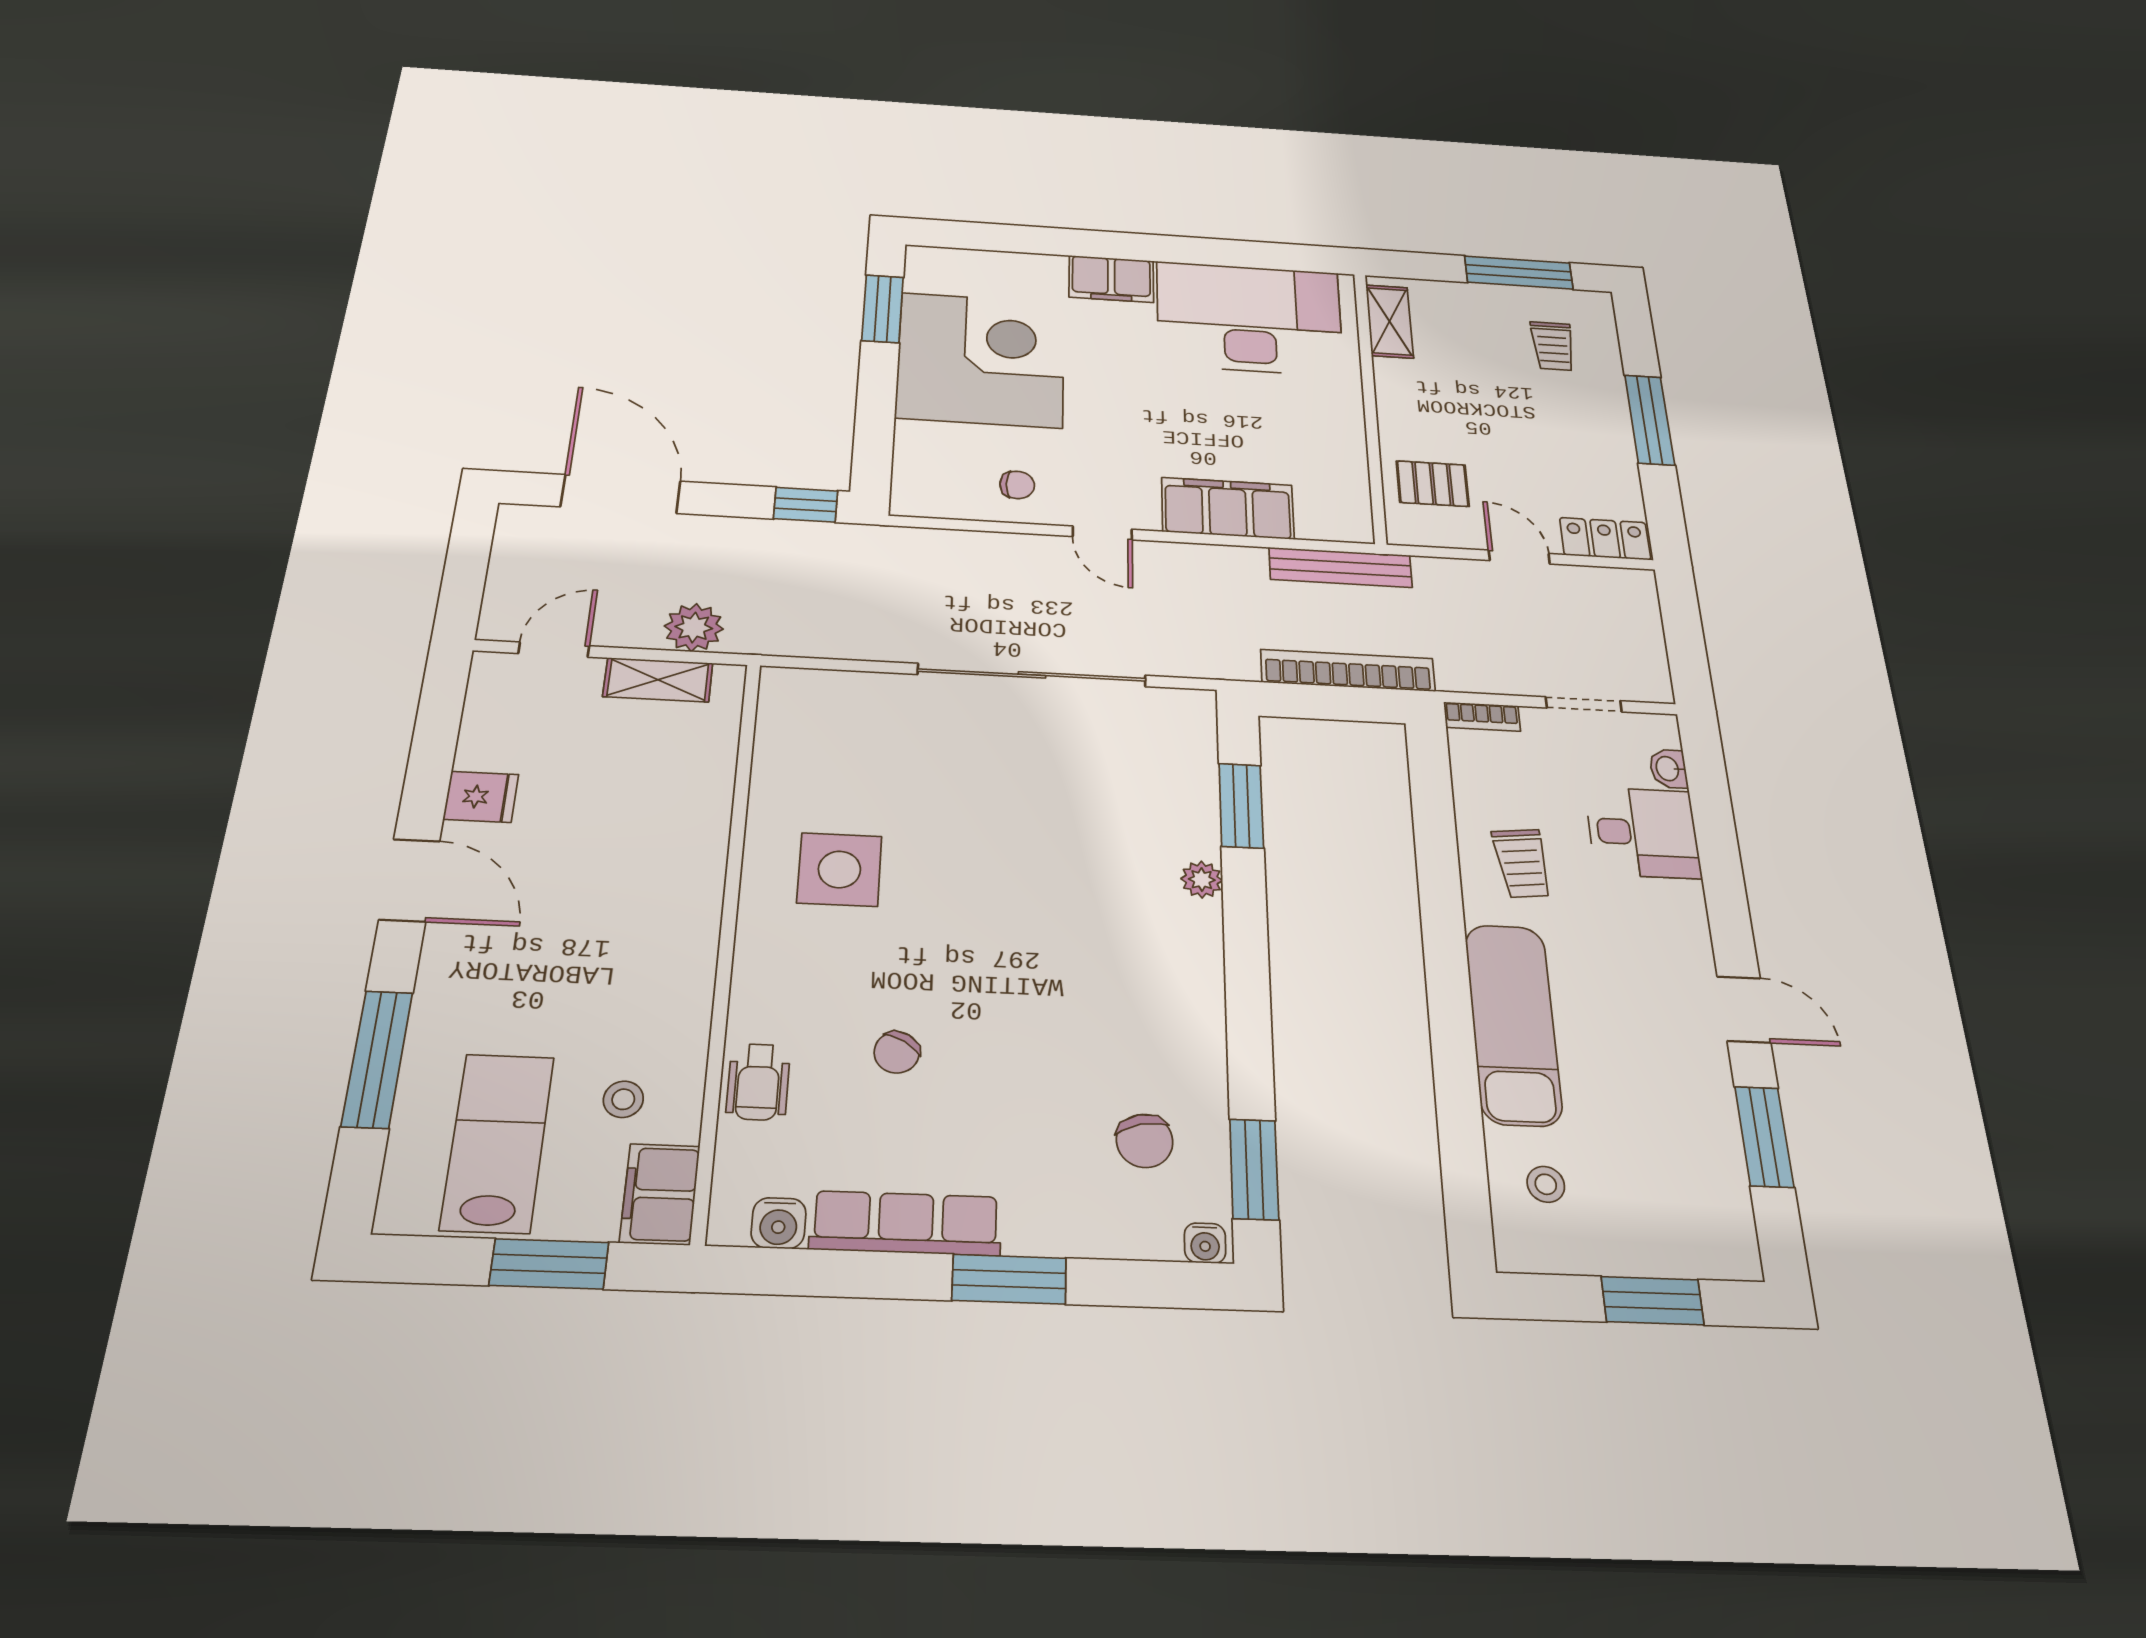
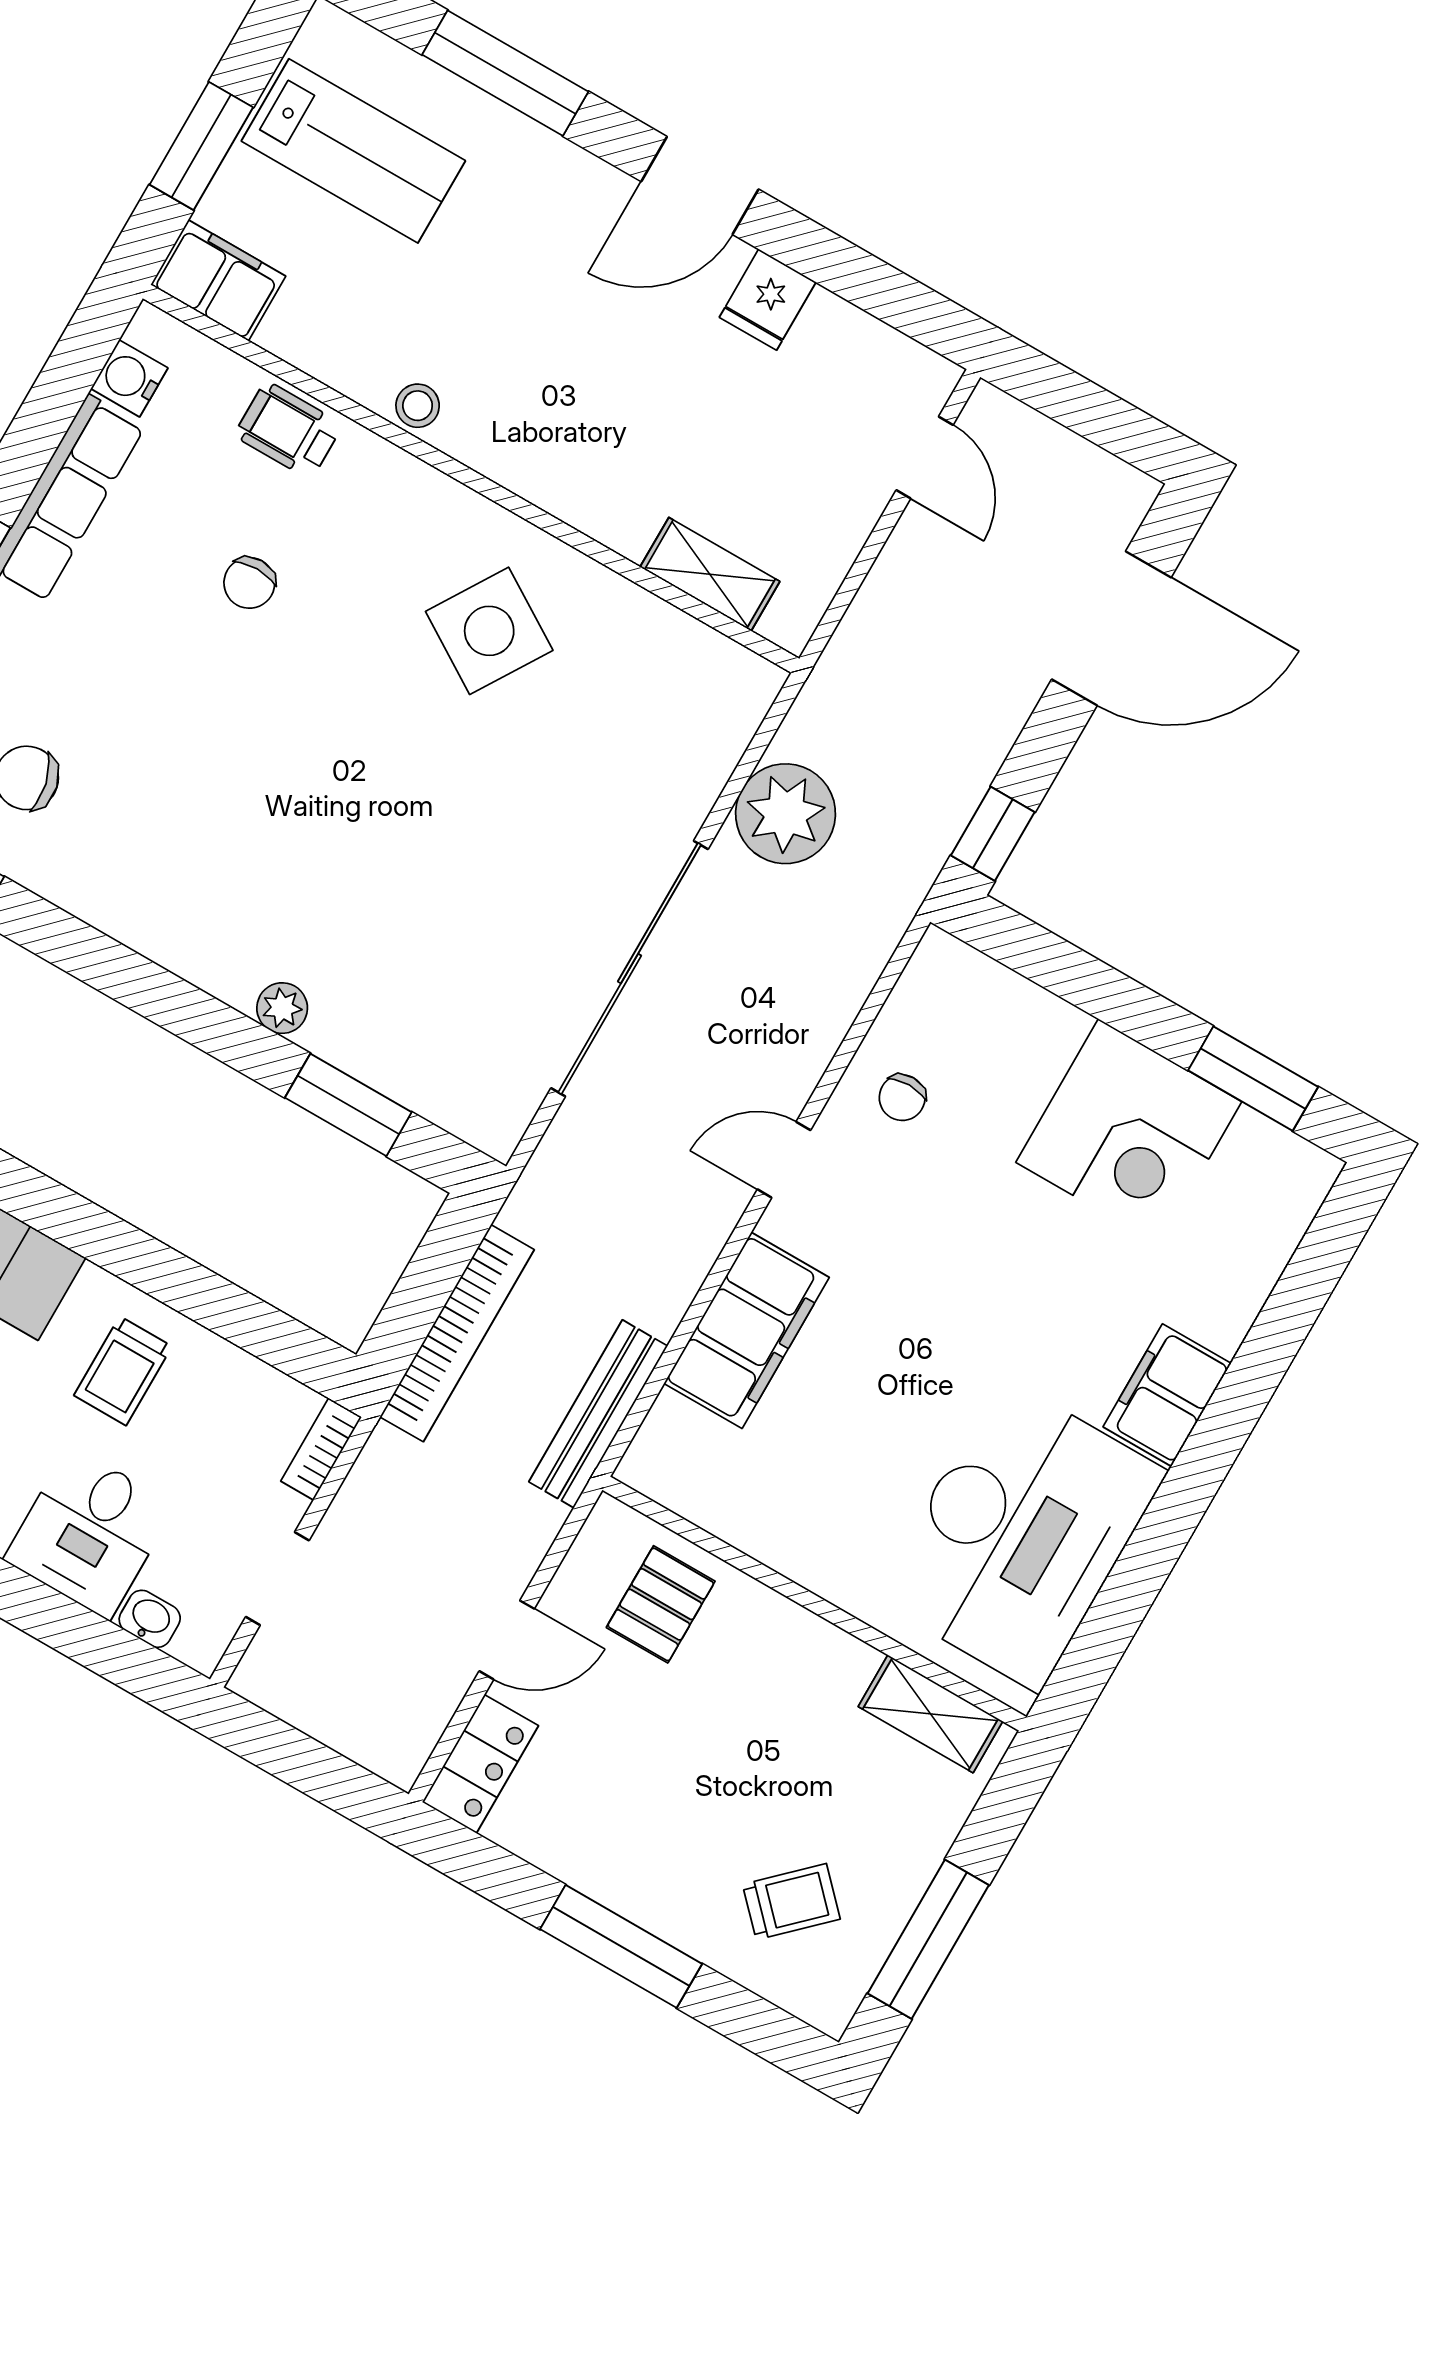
trolley: (1553, 346) -> (791, 1902), turned 136
corner desk: (981, 360) -> (1129, 1132), width x0.74, depth x0.74
plant: (694, 627) -> (786, 814), moved, width x1.36, depth x1.36
shelving: (658, 680) -> (710, 574), moved, turned 90
trolley: (1522, 863) -> (123, 1371), turned -84
side table: (839, 870) -> (489, 631), turned 32
chair: (897, 1052) -> (249, 583), turned -121
stool: (623, 1099) -> (418, 406), moved

